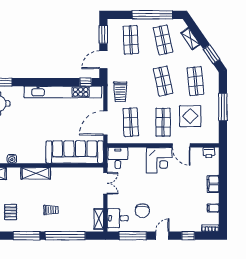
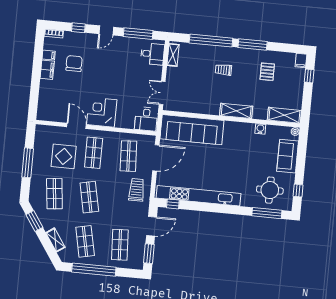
printer: (209, 152) -> (47, 115), removed
filing cabinet: (213, 184) -> (47, 70), moved
chair: (142, 211) -> (74, 63), moved

